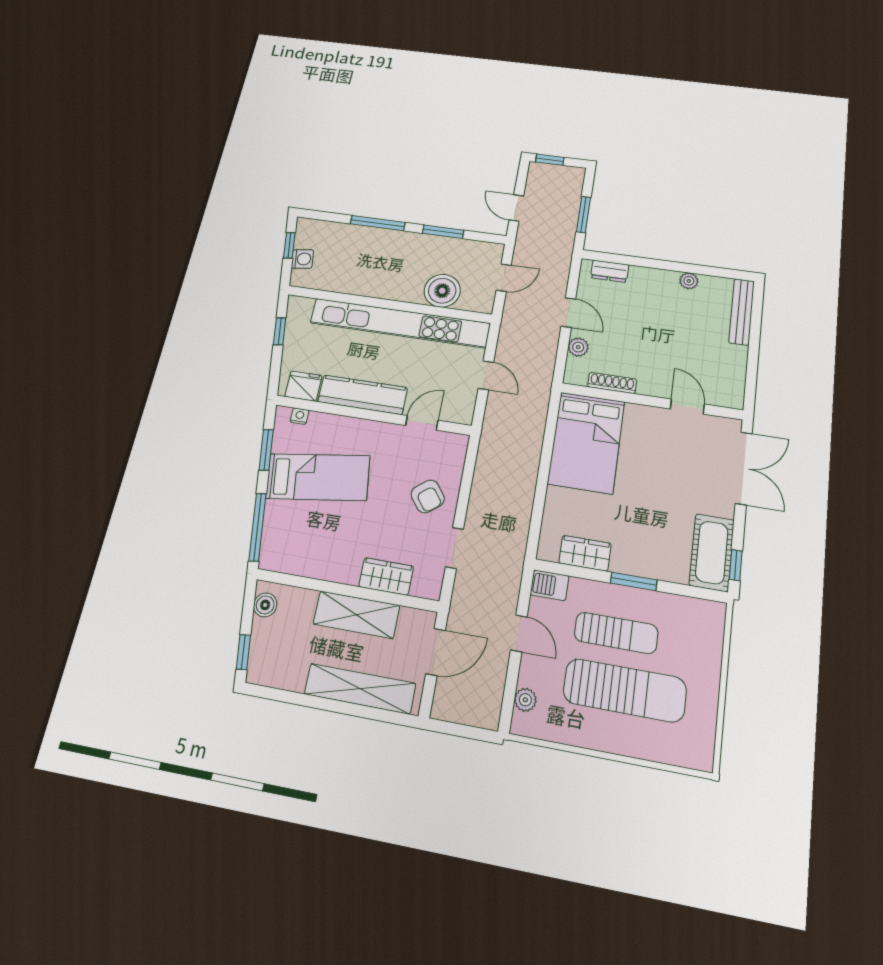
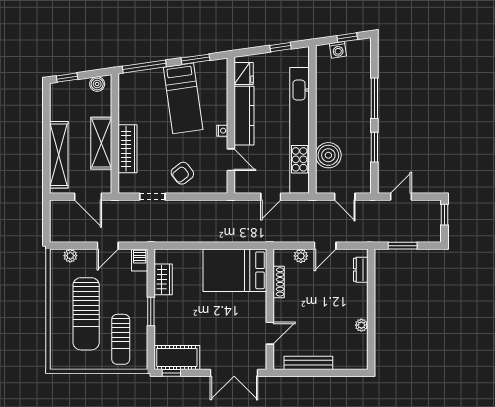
bench: (742, 312) -> (308, 363), moved
nightstand: (300, 416) -> (222, 131), moved
wardrobe: (386, 576) -> (128, 149), width x1.50
sun lounger: (616, 633) -> (121, 339), moved

